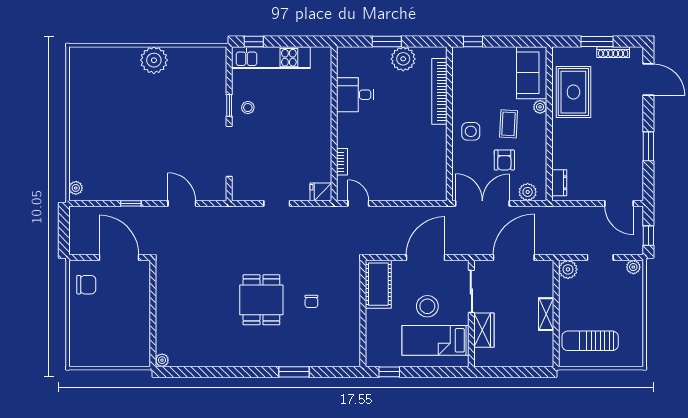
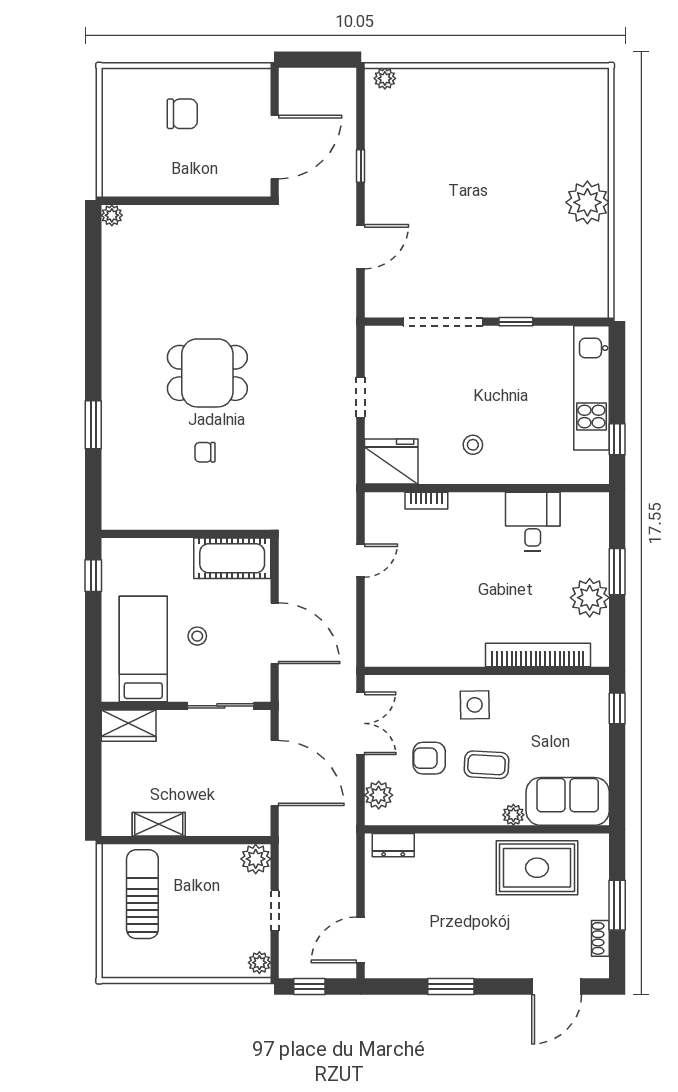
window: (254, 42) -> (617, 439), moved
shoe rack: (613, 52) -> (600, 938), width x0.70
stool: (248, 108) -> (473, 445), moved
fridge: (321, 192) -> (391, 462), width x1.88, depth x1.34
door: (358, 203) -> (361, 561), moved
double door: (482, 203) -> (361, 723), width x0.73
chair: (86, 285) -> (182, 114), moved, turned -90
stool: (427, 306) -> (197, 636), width x0.53, depth x0.53
shelving: (546, 314) -> (159, 824), moved
wardrobe: (484, 330) -> (129, 726), moved

